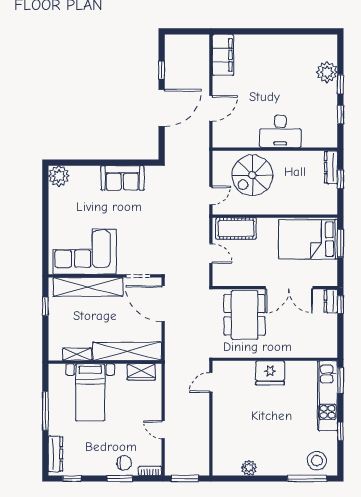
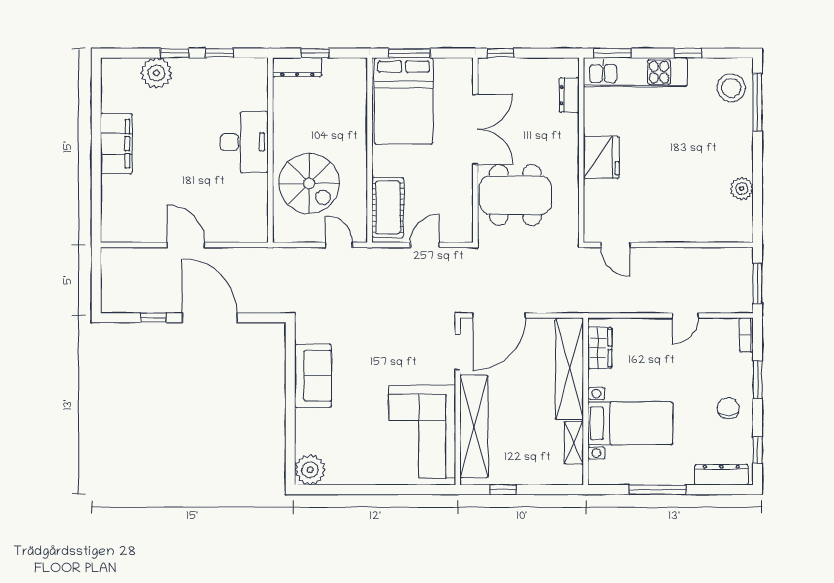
filing cabinet: (223, 55) -> (116, 144), moved, turned 90
door: (211, 108) -> (186, 245), moved
dresser: (331, 301) -> (569, 95), moved, turned 90
chair: (124, 463) -> (728, 408), moved

